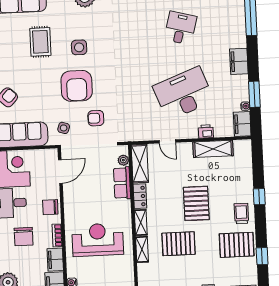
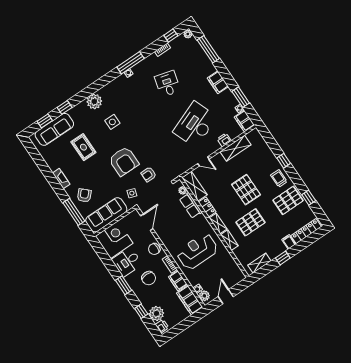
side table: (79, 47) -> (112, 122), moved

